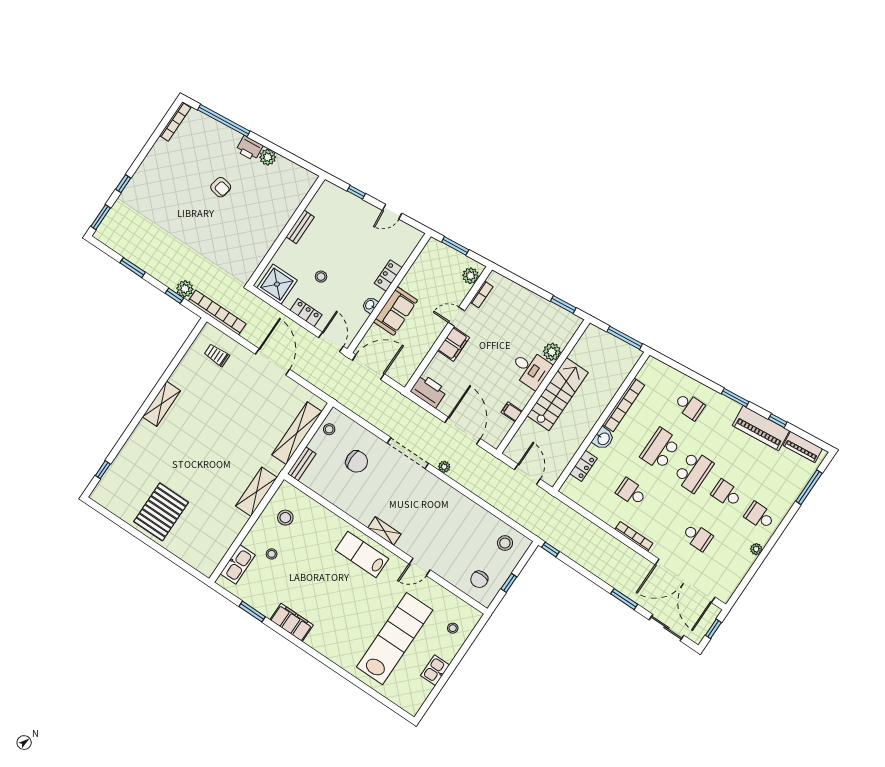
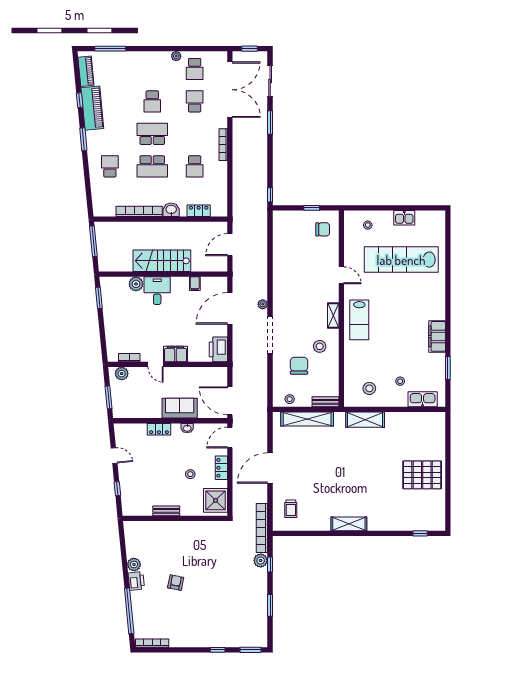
school desk: (760, 516) -> (195, 69), moved
stool: (505, 543) -> (320, 346), moved

